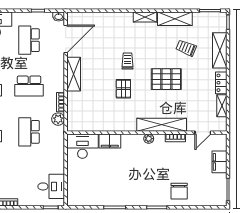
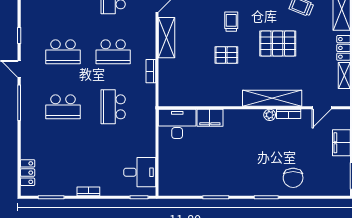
pallet: (123, 89) -> (226, 55), turned 90
plant: (58, 119) -> (148, 91), removed
plant: (149, 139) -> (270, 115), moved

